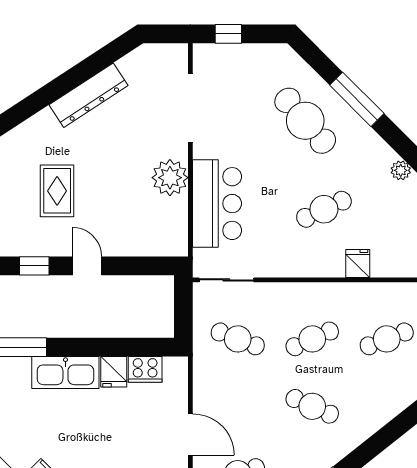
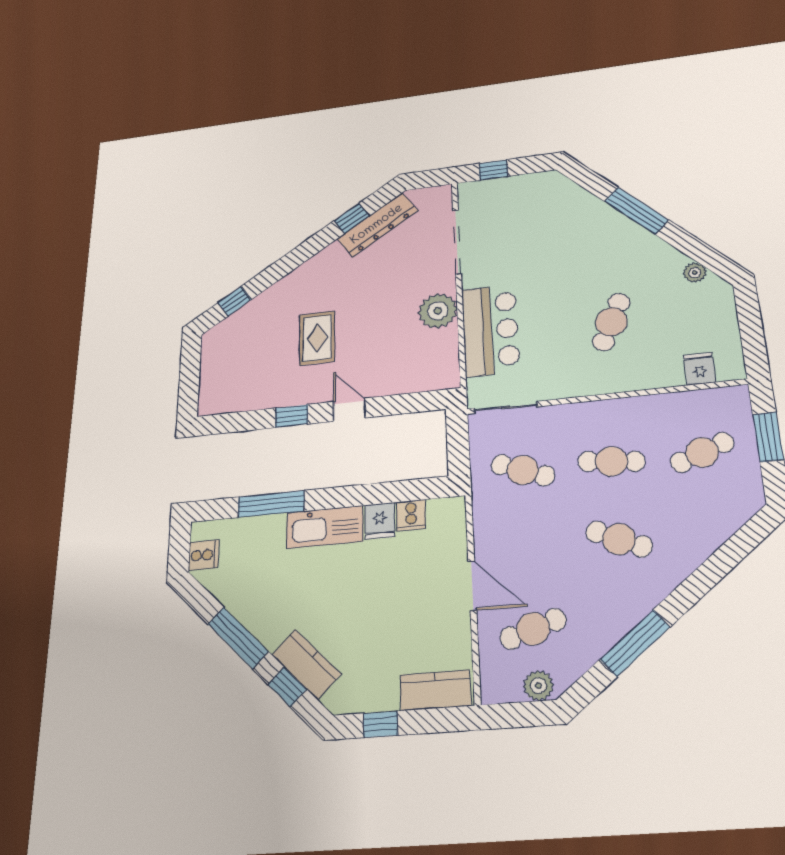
window: (90, 67) -> (352, 218), added
dresser: (89, 95) -> (377, 225), moved
cafe table: (305, 121) -> (582, 238), removed
cafe table: (324, 209) -> (611, 322), turned -40
fridge: (358, 263) -> (700, 369), moved
cafe table: (312, 339) -> (611, 461), turned 30
cooker: (145, 369) -> (411, 515), width x0.73

